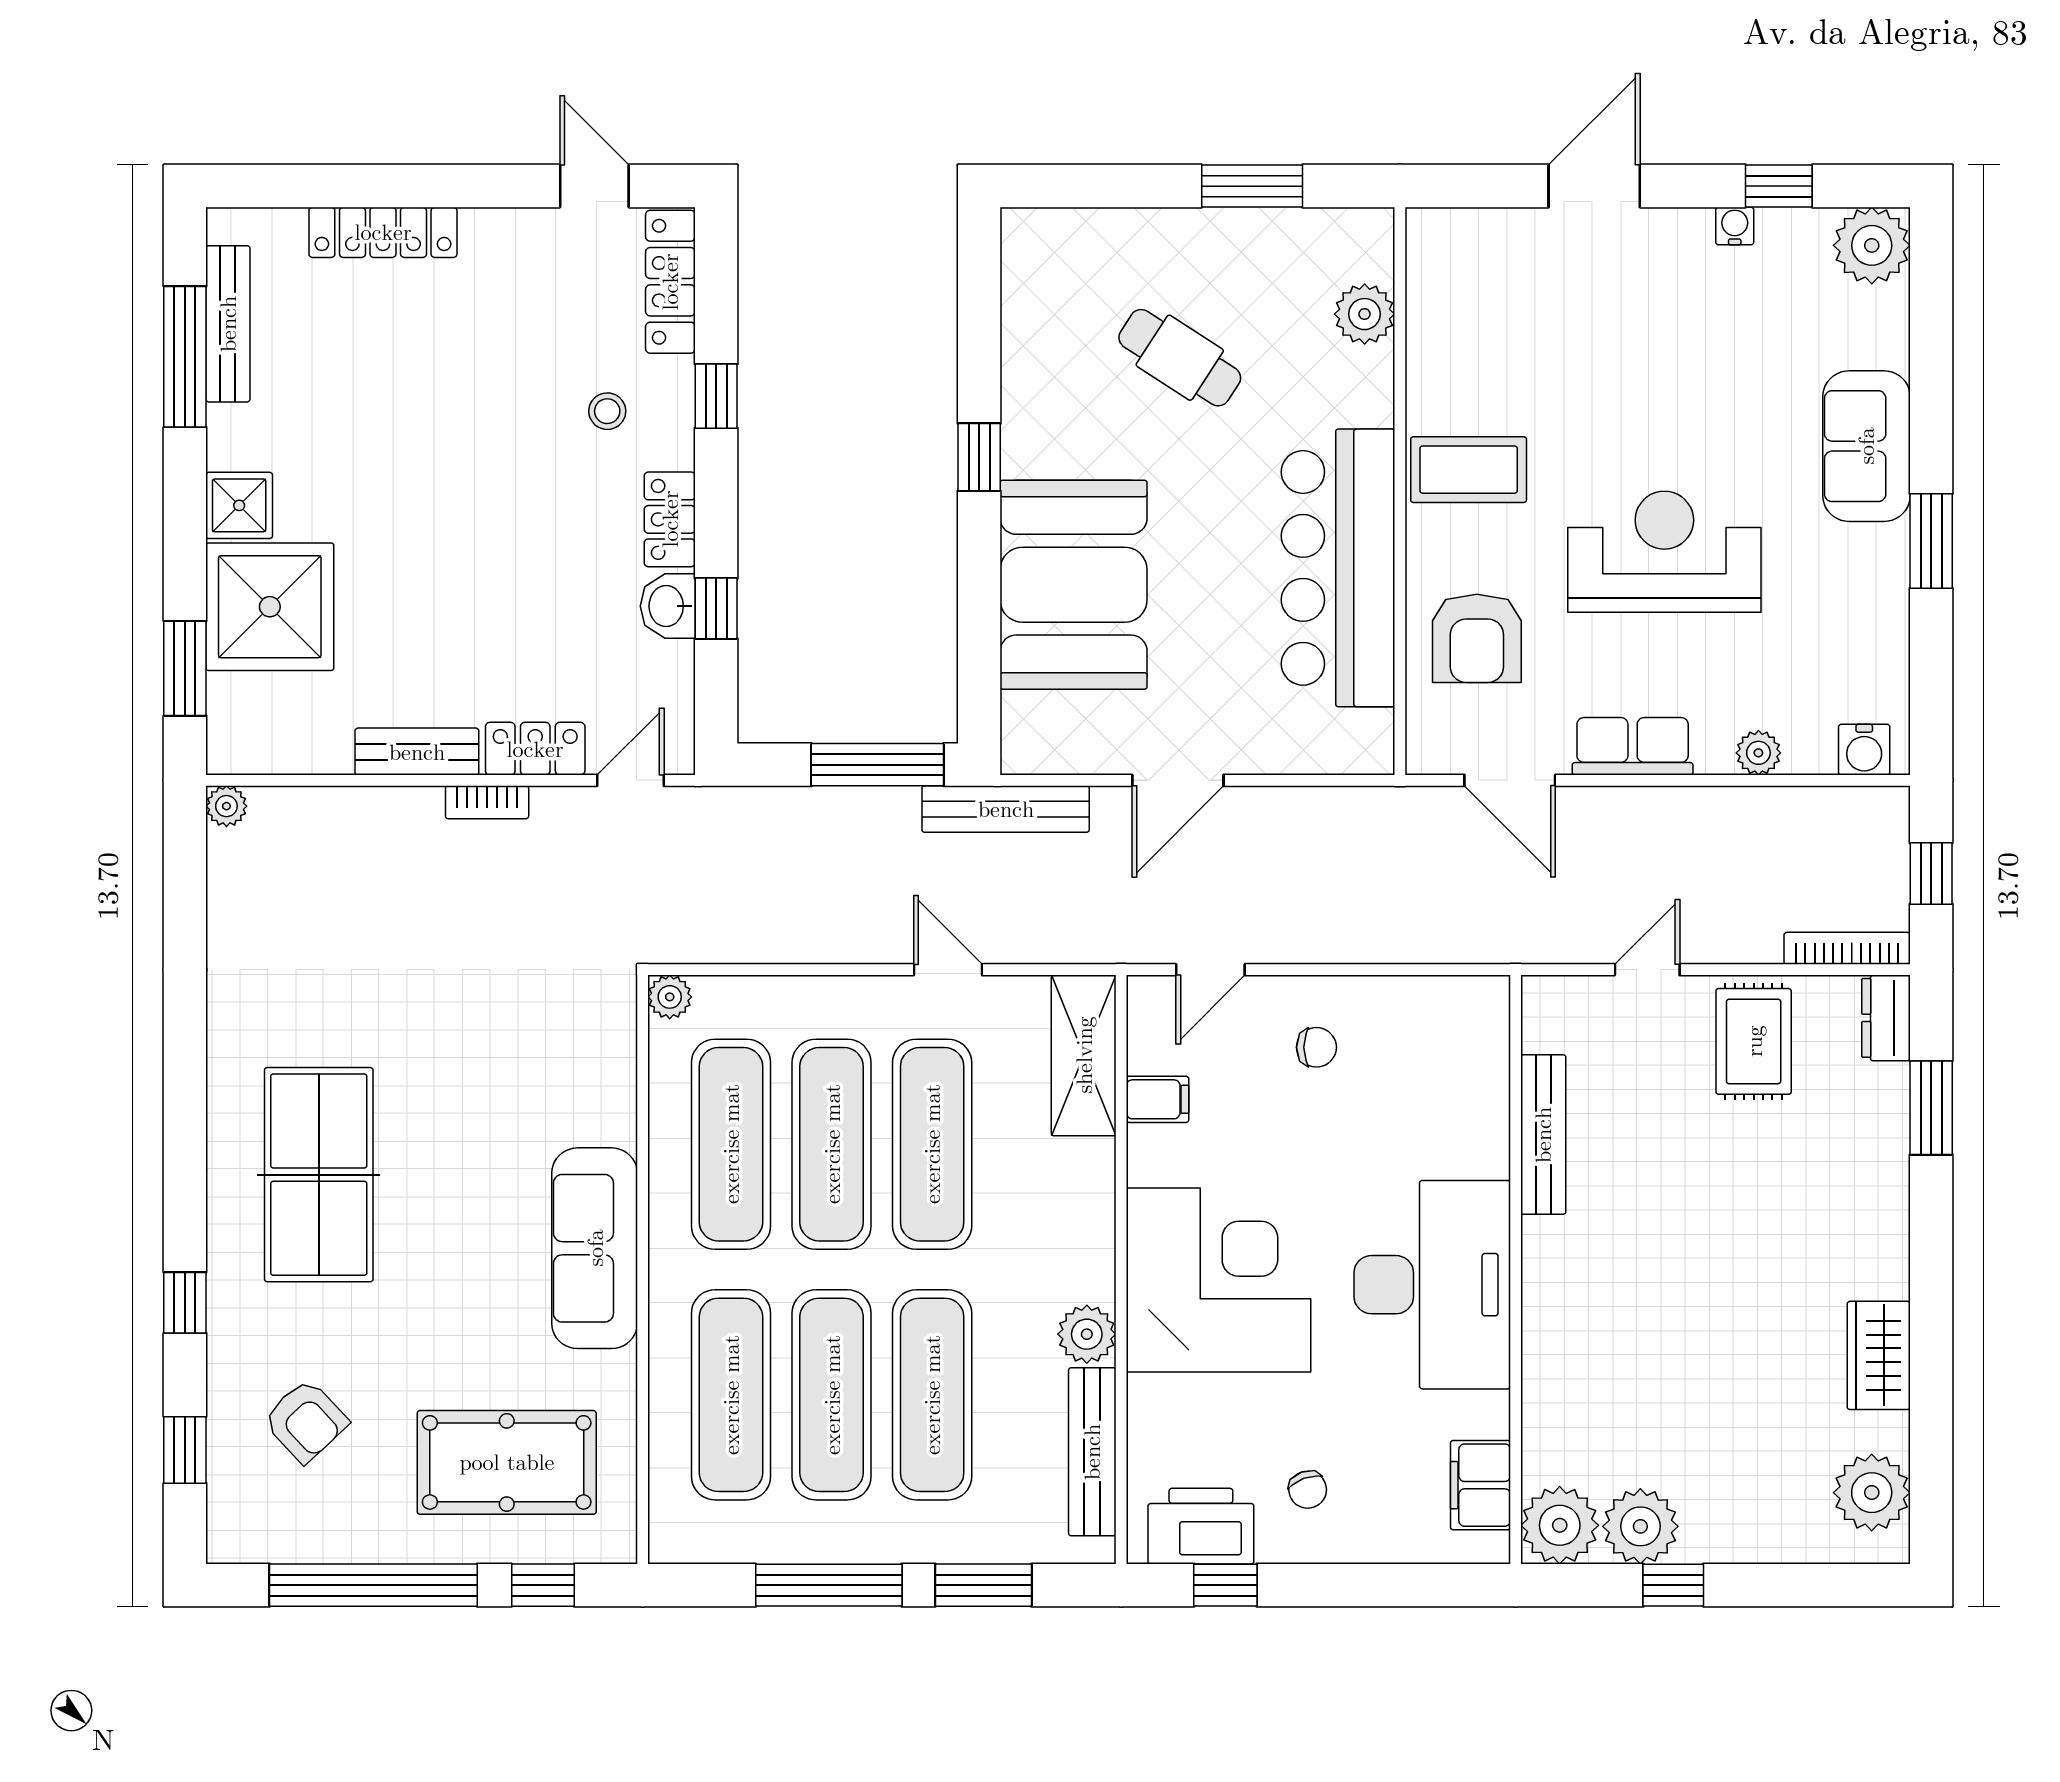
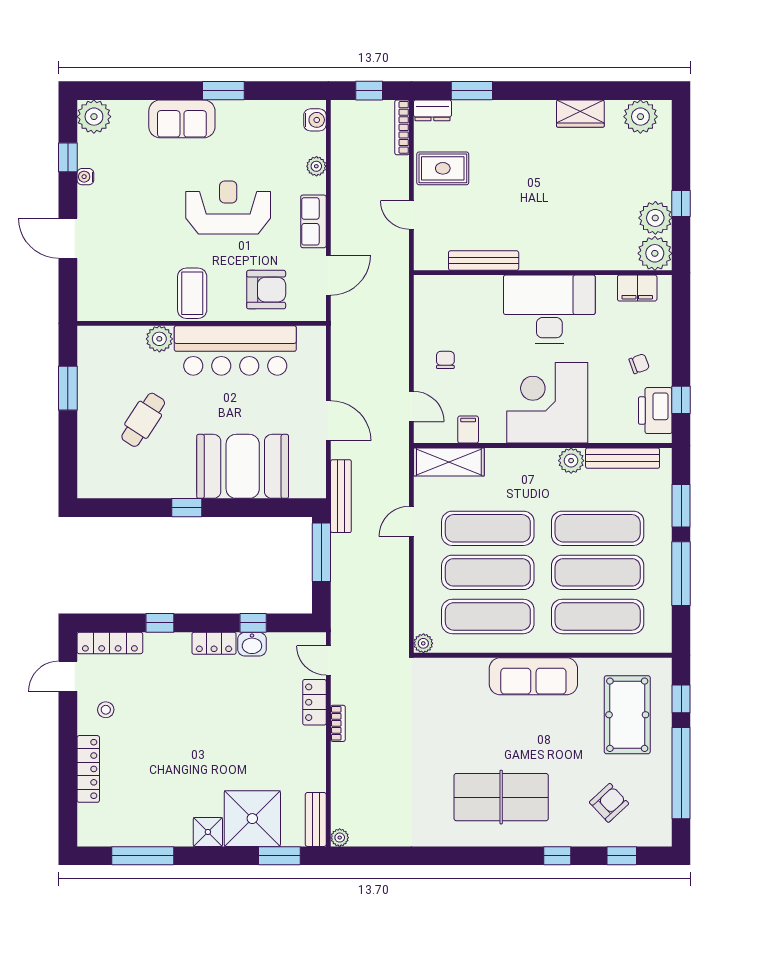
plant: (1365, 314) -> (159, 339), moved
bench: (228, 324) -> (128, 837), removed
stool: (607, 411) -> (106, 710), moved
reception desk: (1664, 552) -> (228, 207), turned 90
bench: (417, 752) -> (316, 819), moved

